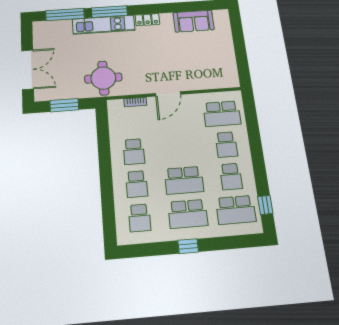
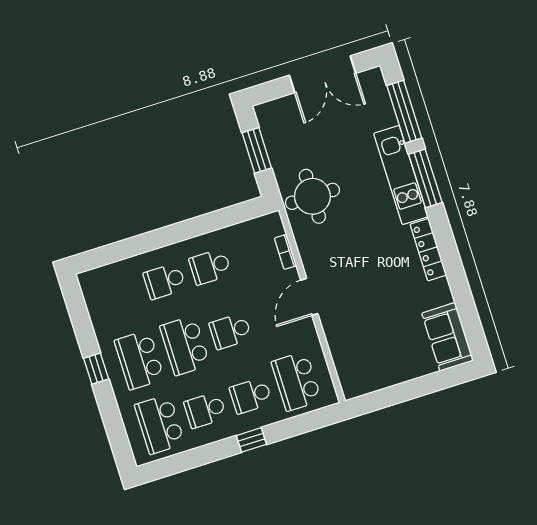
locker: (147, 20) -> (428, 250), width x1.53
sofa: (194, 21) -> (448, 337), moved
double door: (28, 70) -> (322, 74), moved
door: (168, 94) -> (309, 297), hinge flipped
window: (265, 205) -> (251, 440), moved
school desk: (139, 218) -> (230, 331), moved

